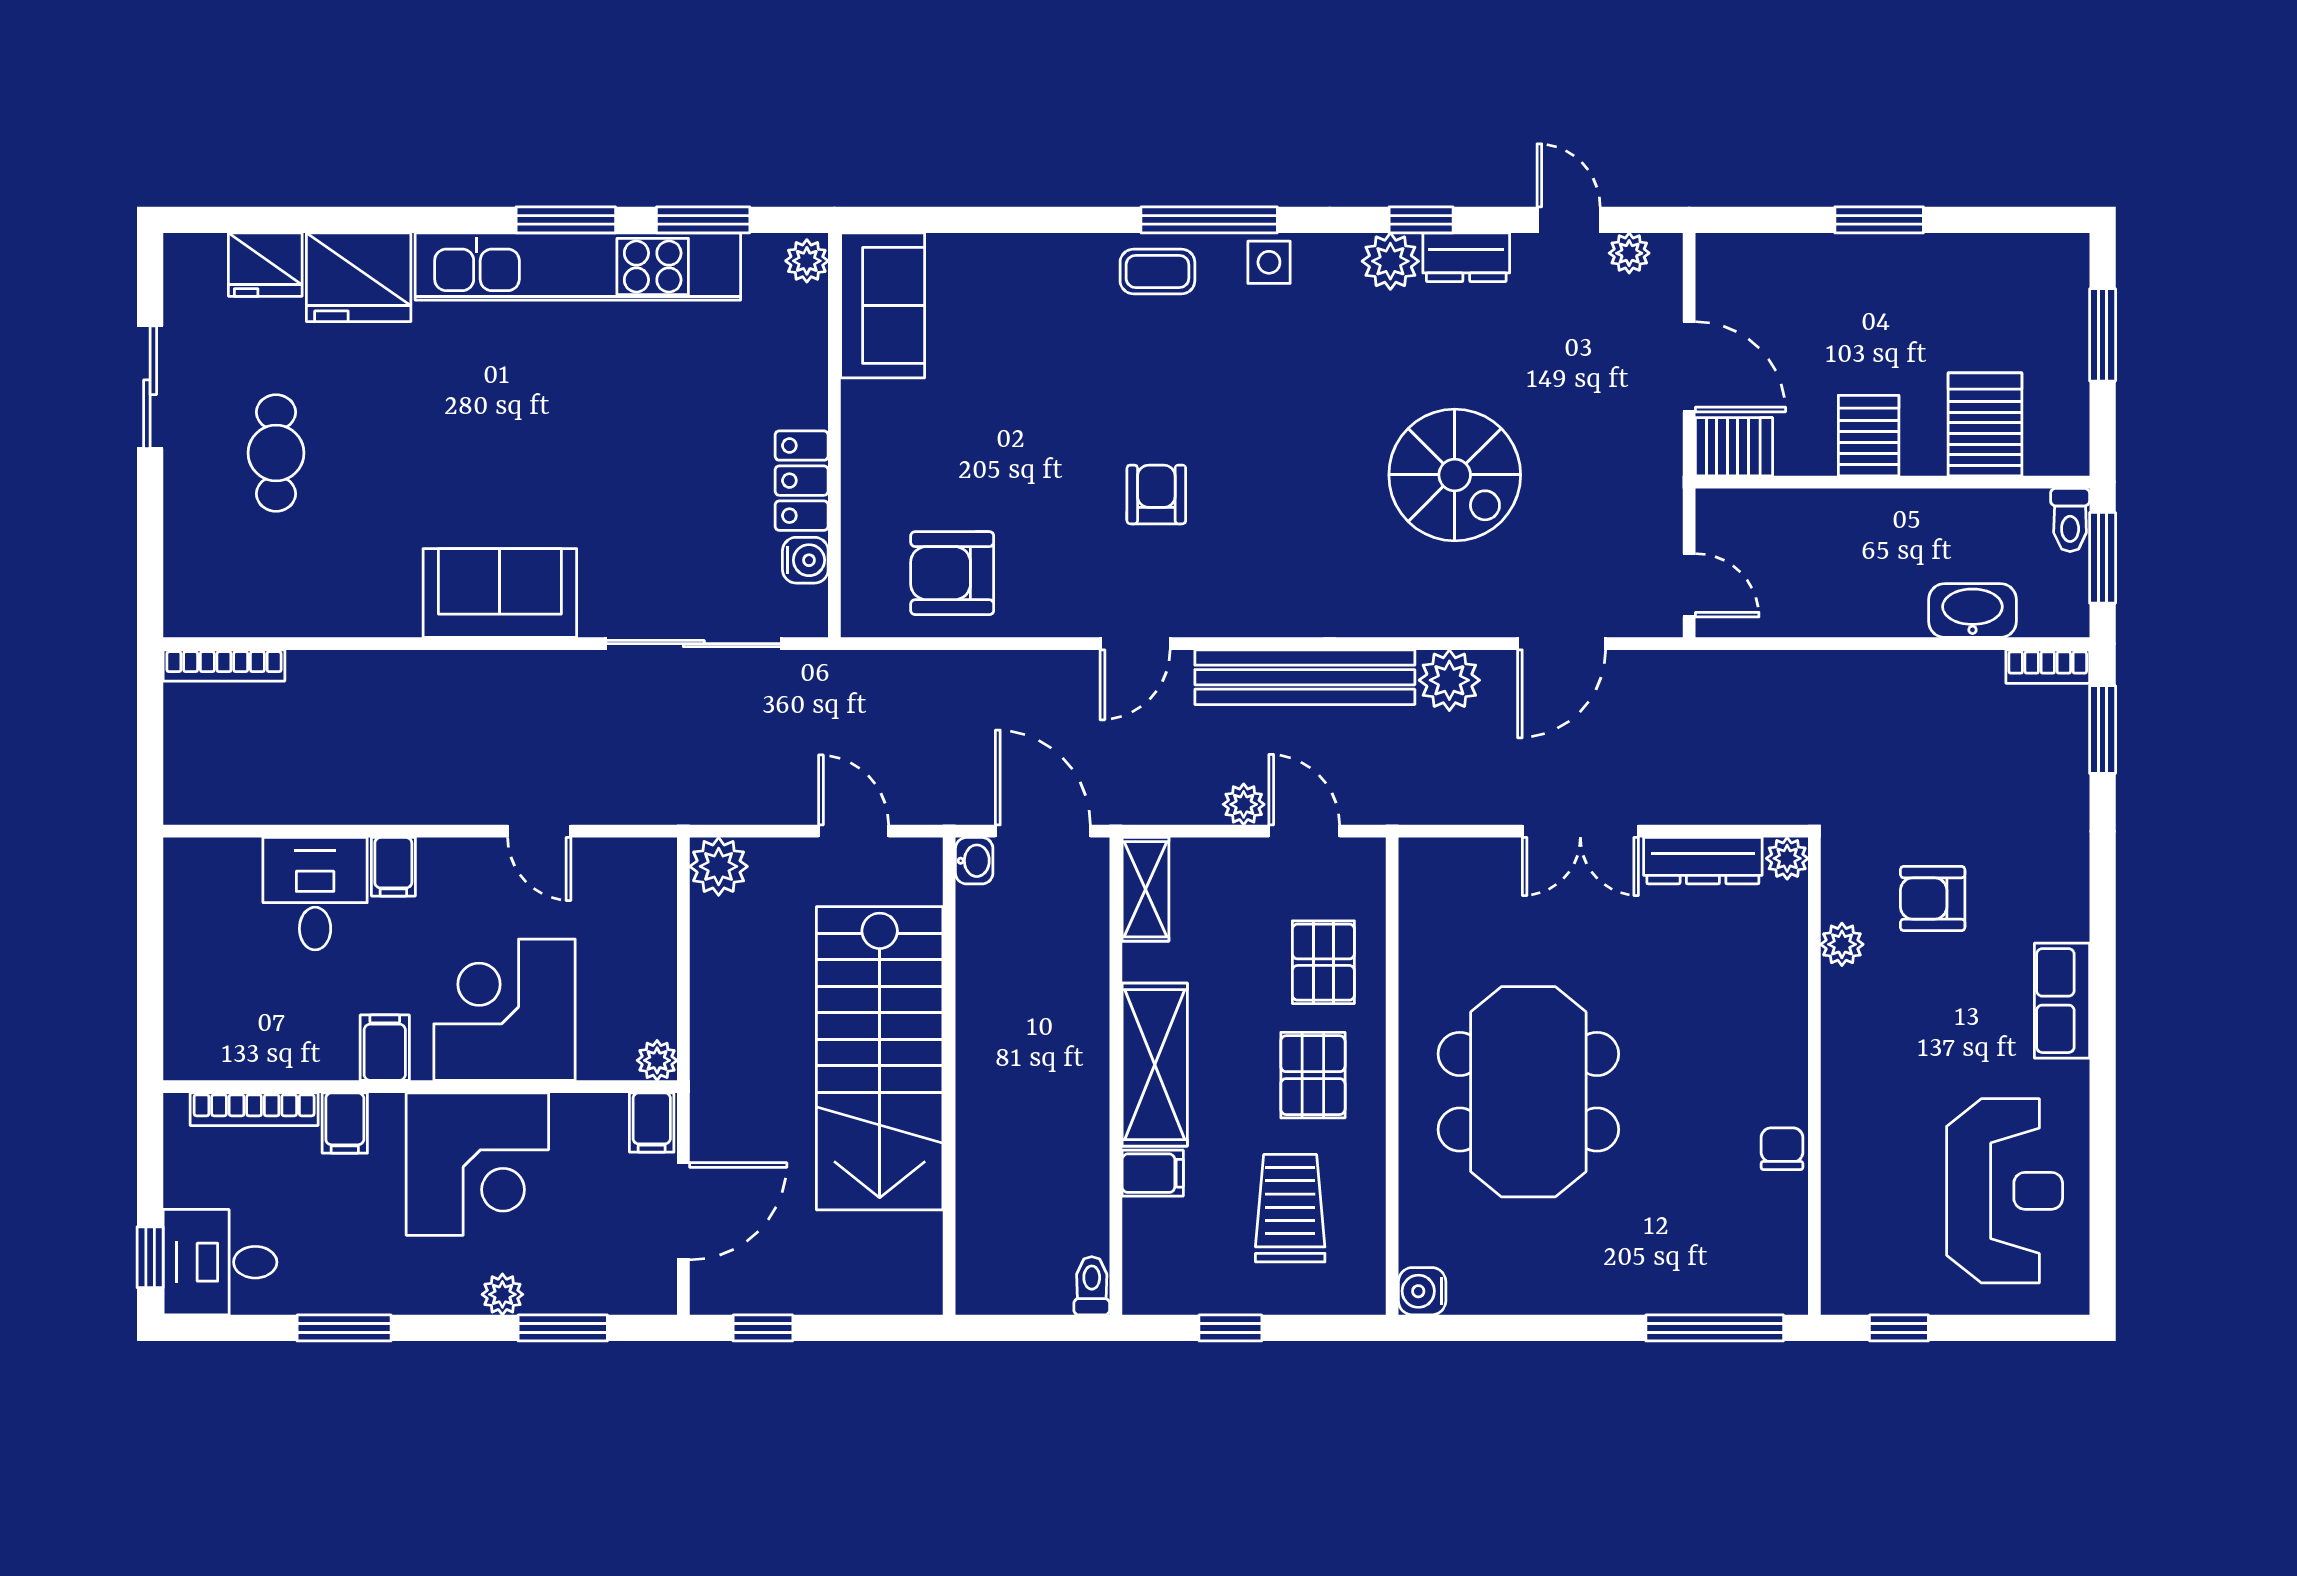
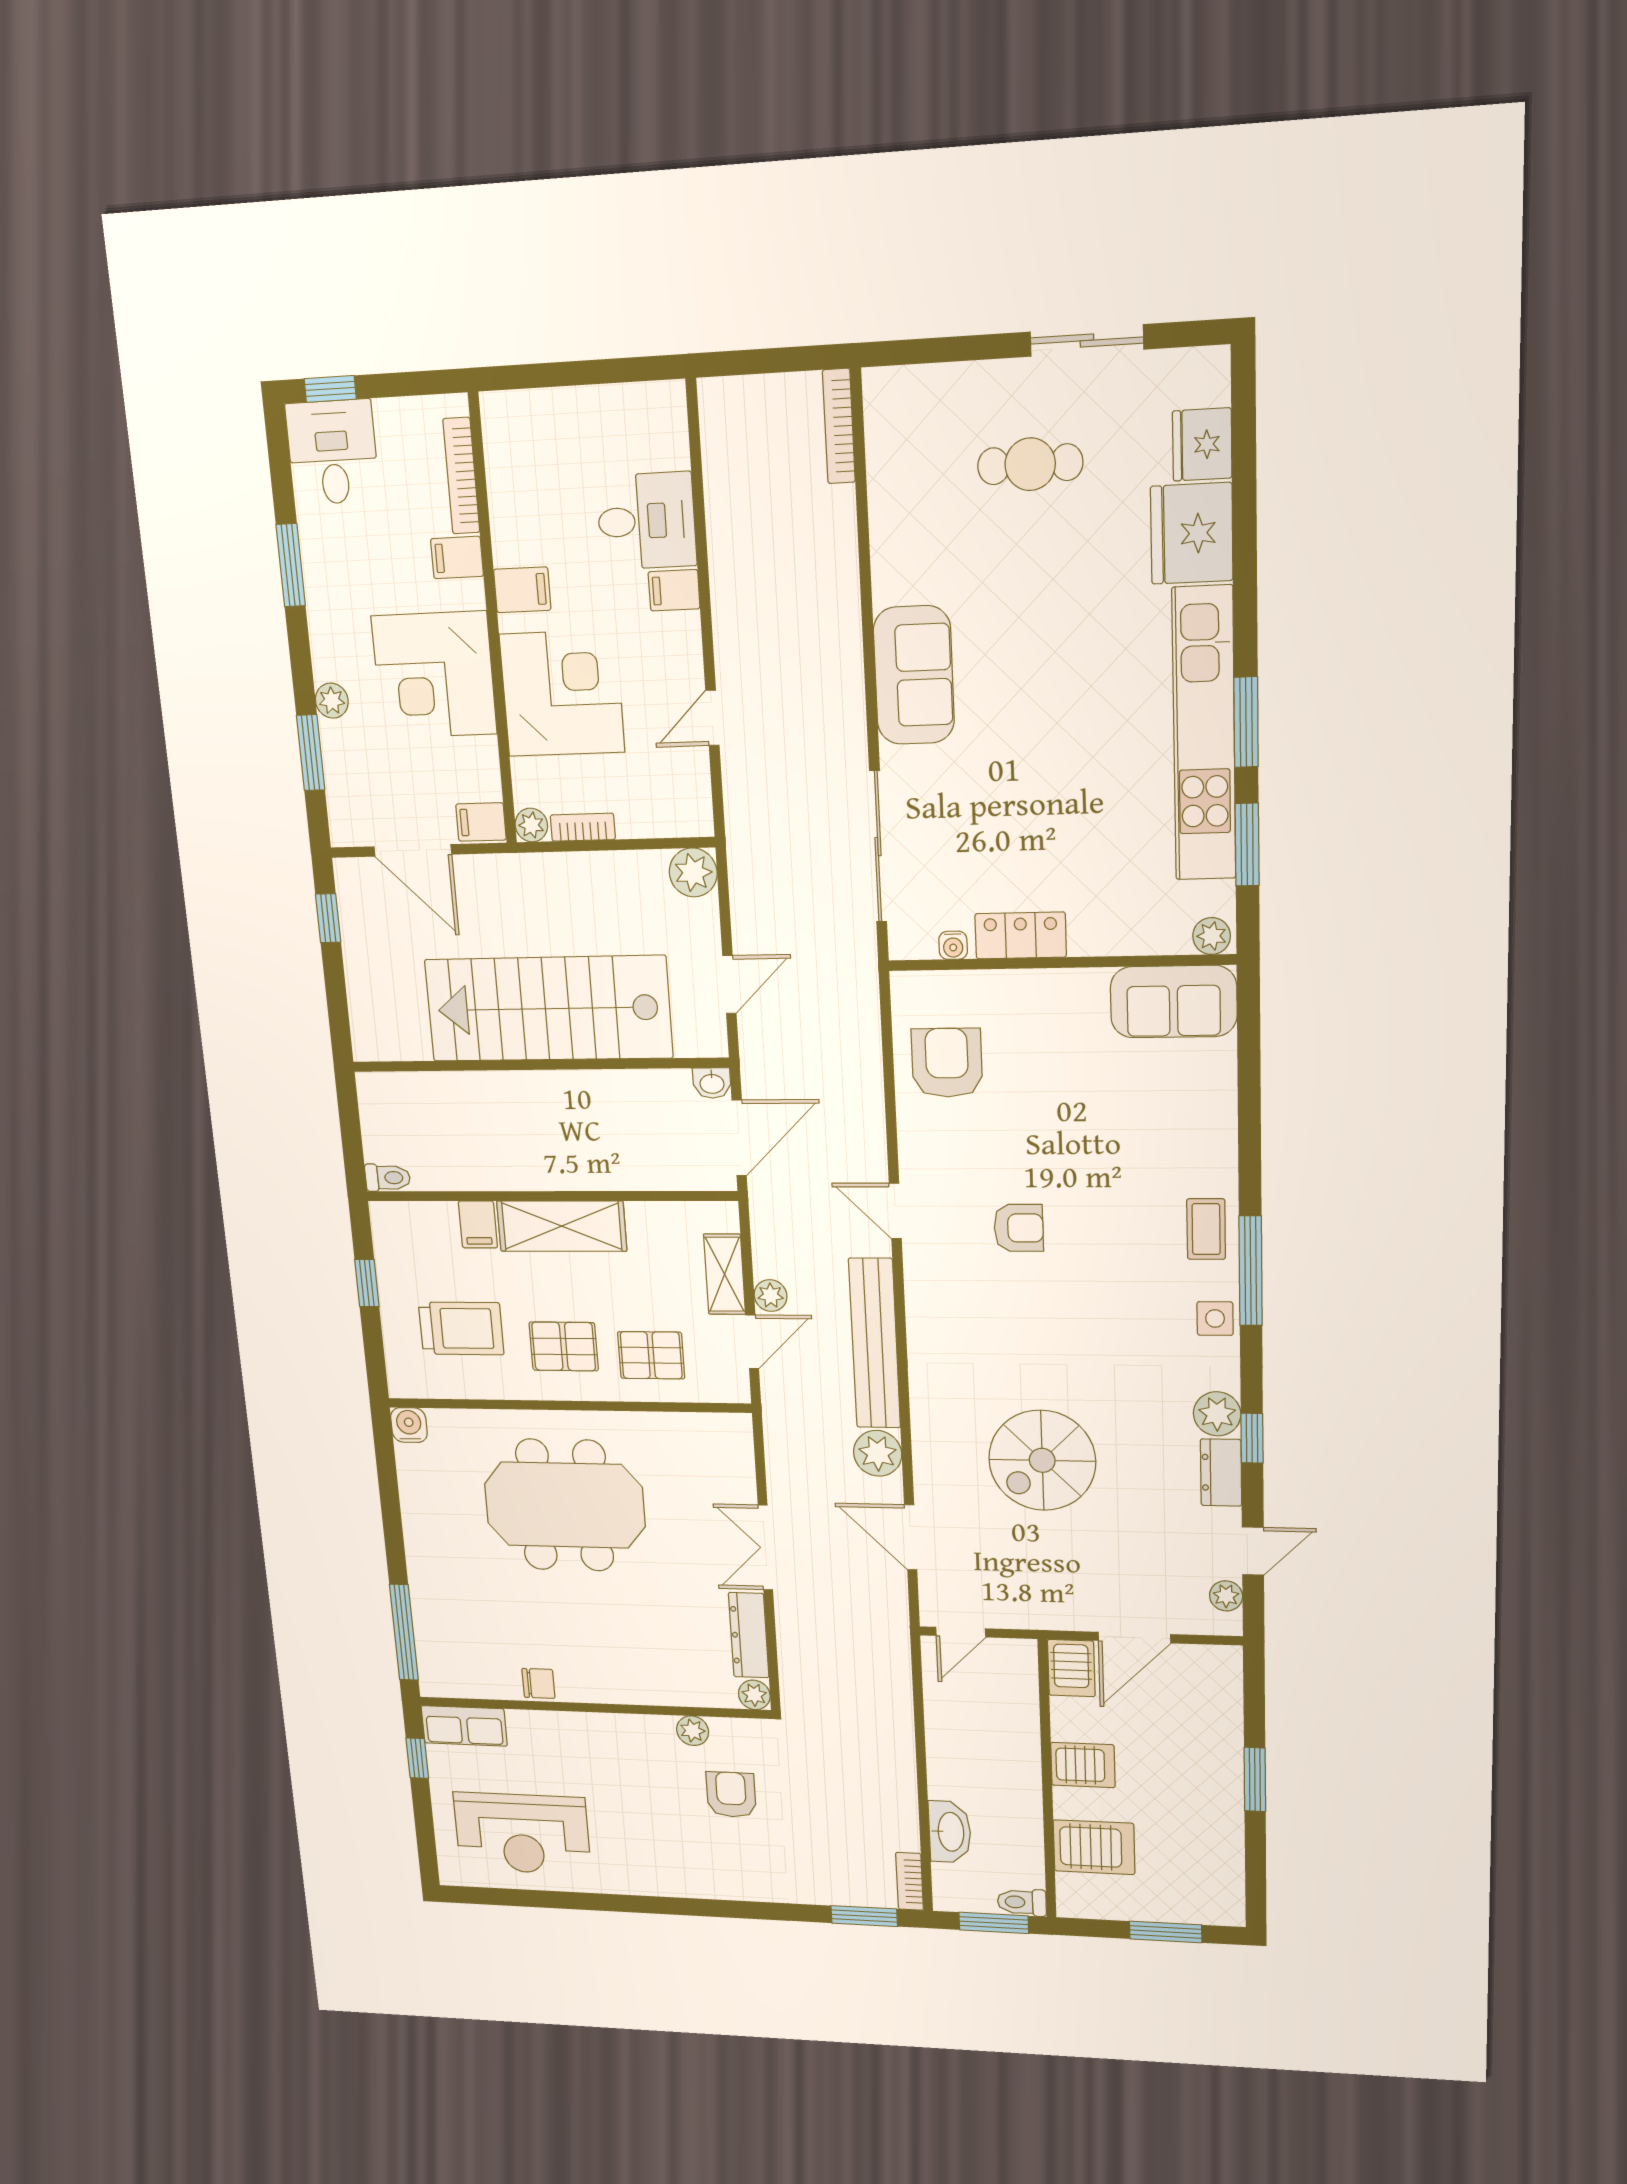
water cooler: (805, 560) -> (953, 945), width x0.72, depth x0.72
shelving: (1145, 889) -> (725, 1274), moved, turned 90
bookcase: (661, 997) -> (583, 827), added
row of seats: (2062, 1001) -> (464, 1726), moved, turned 180

